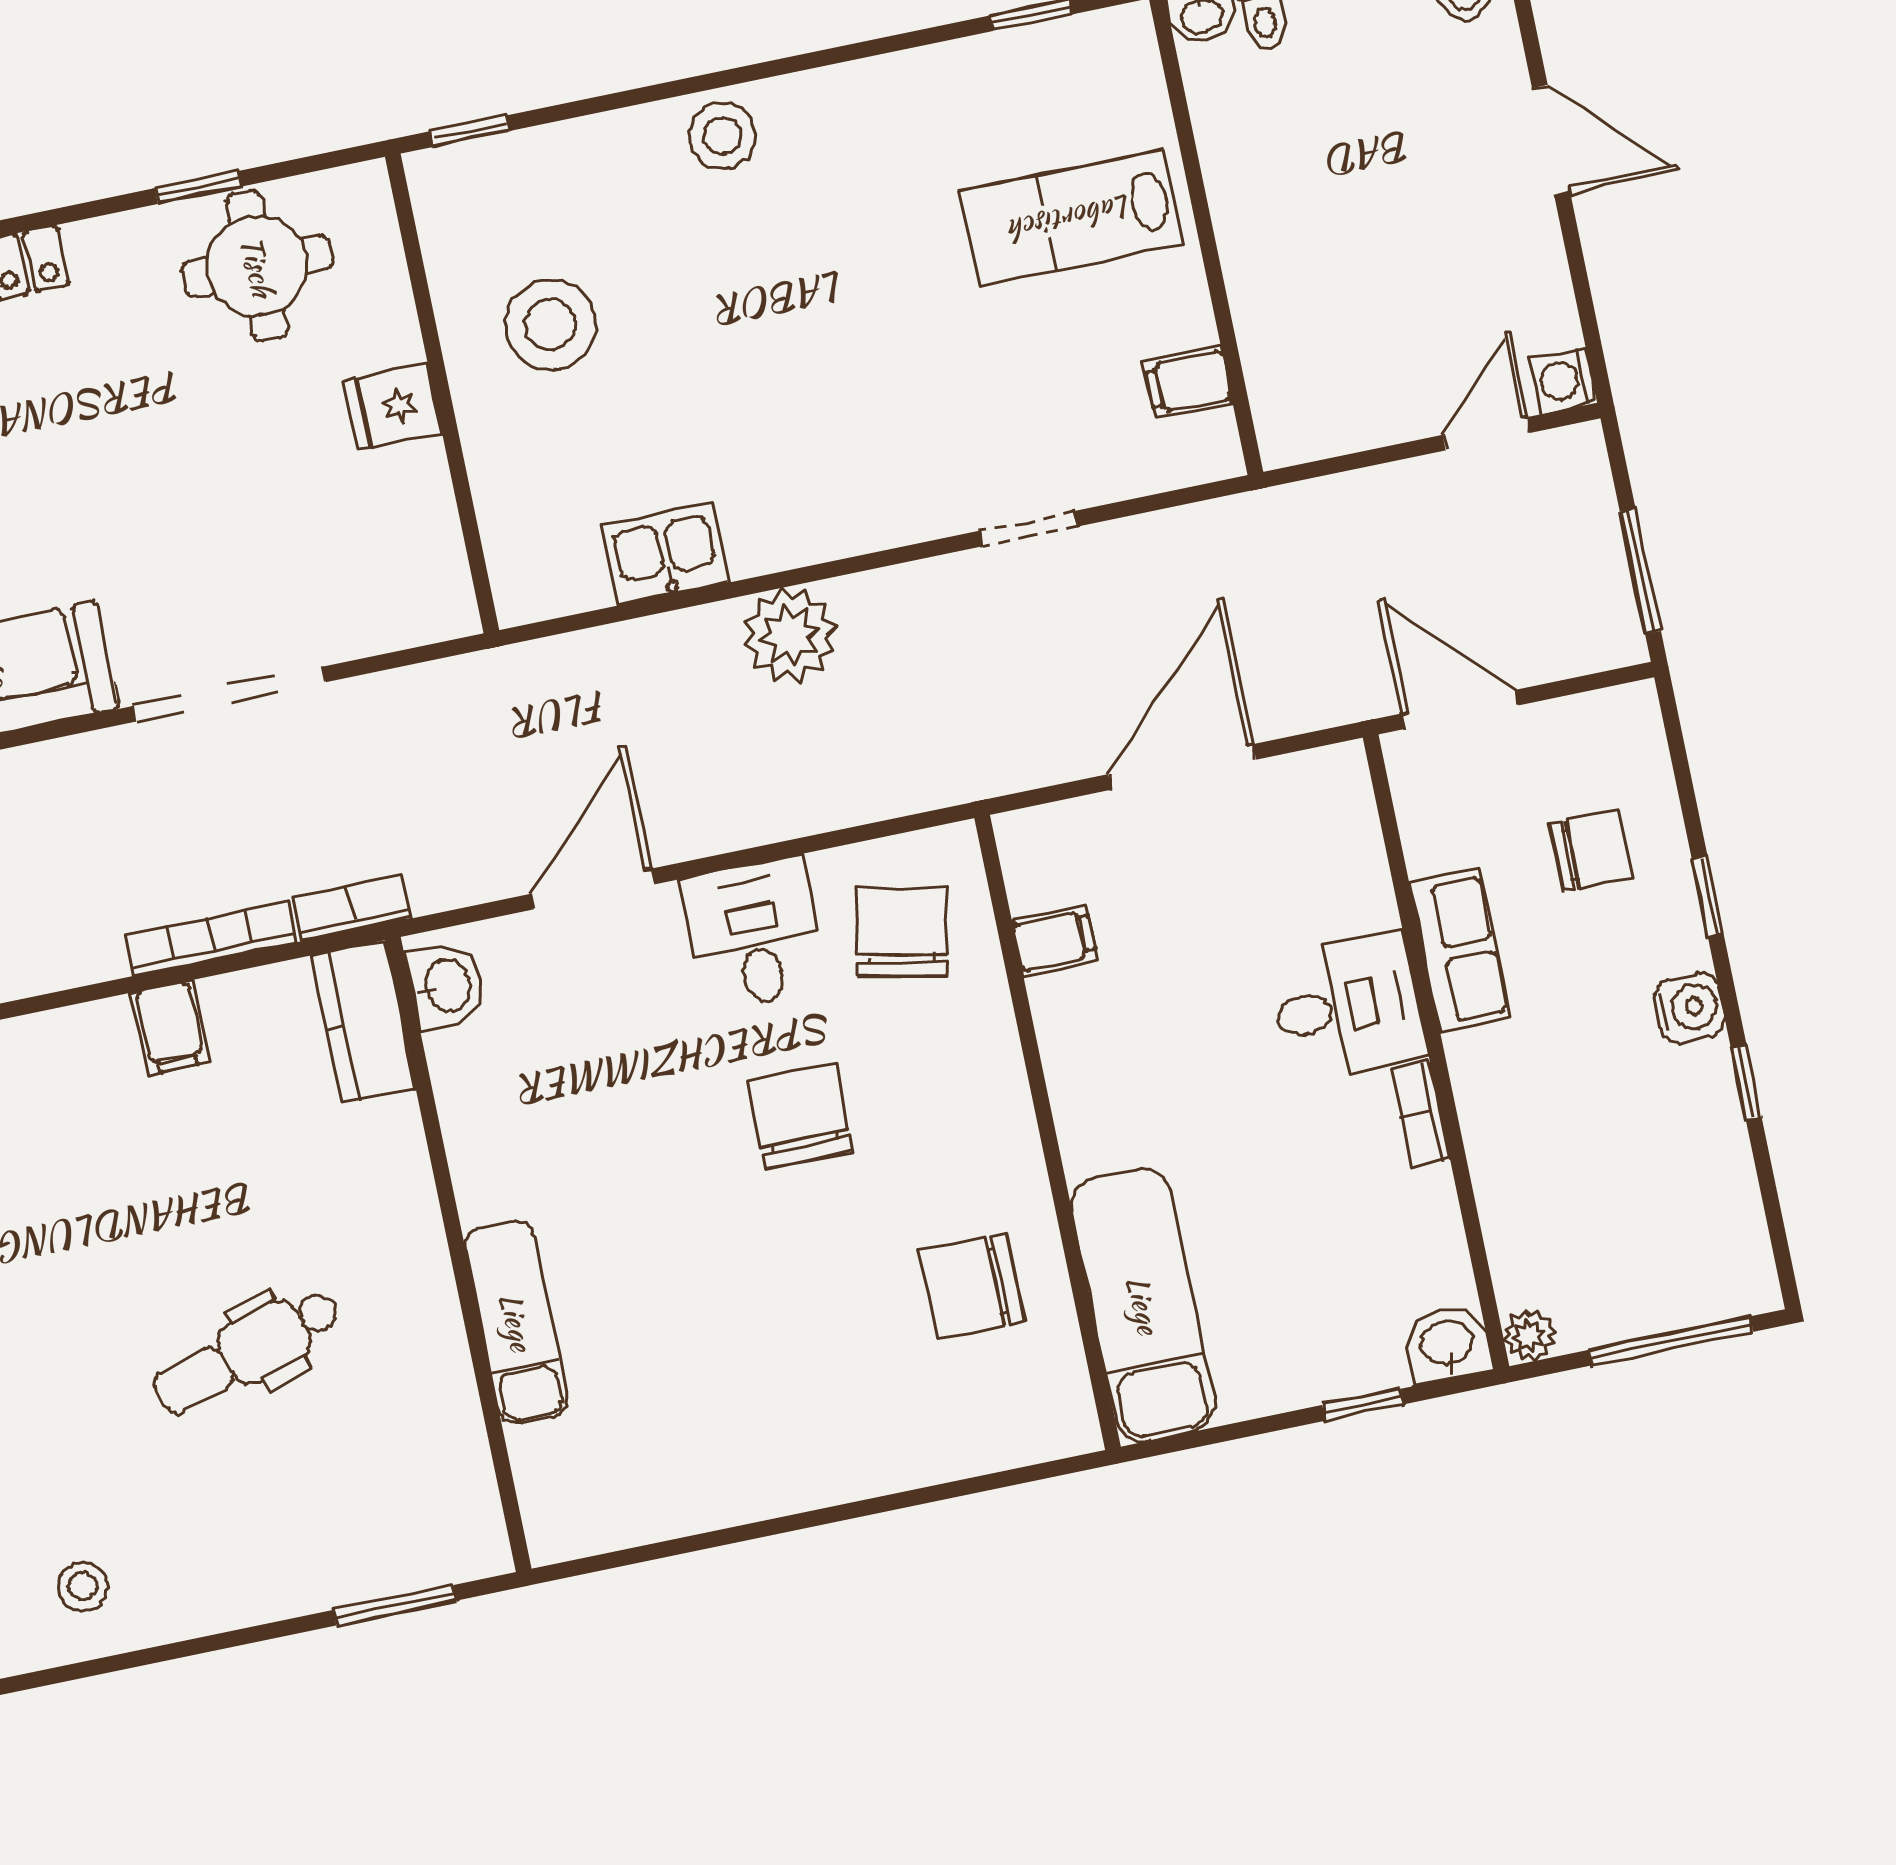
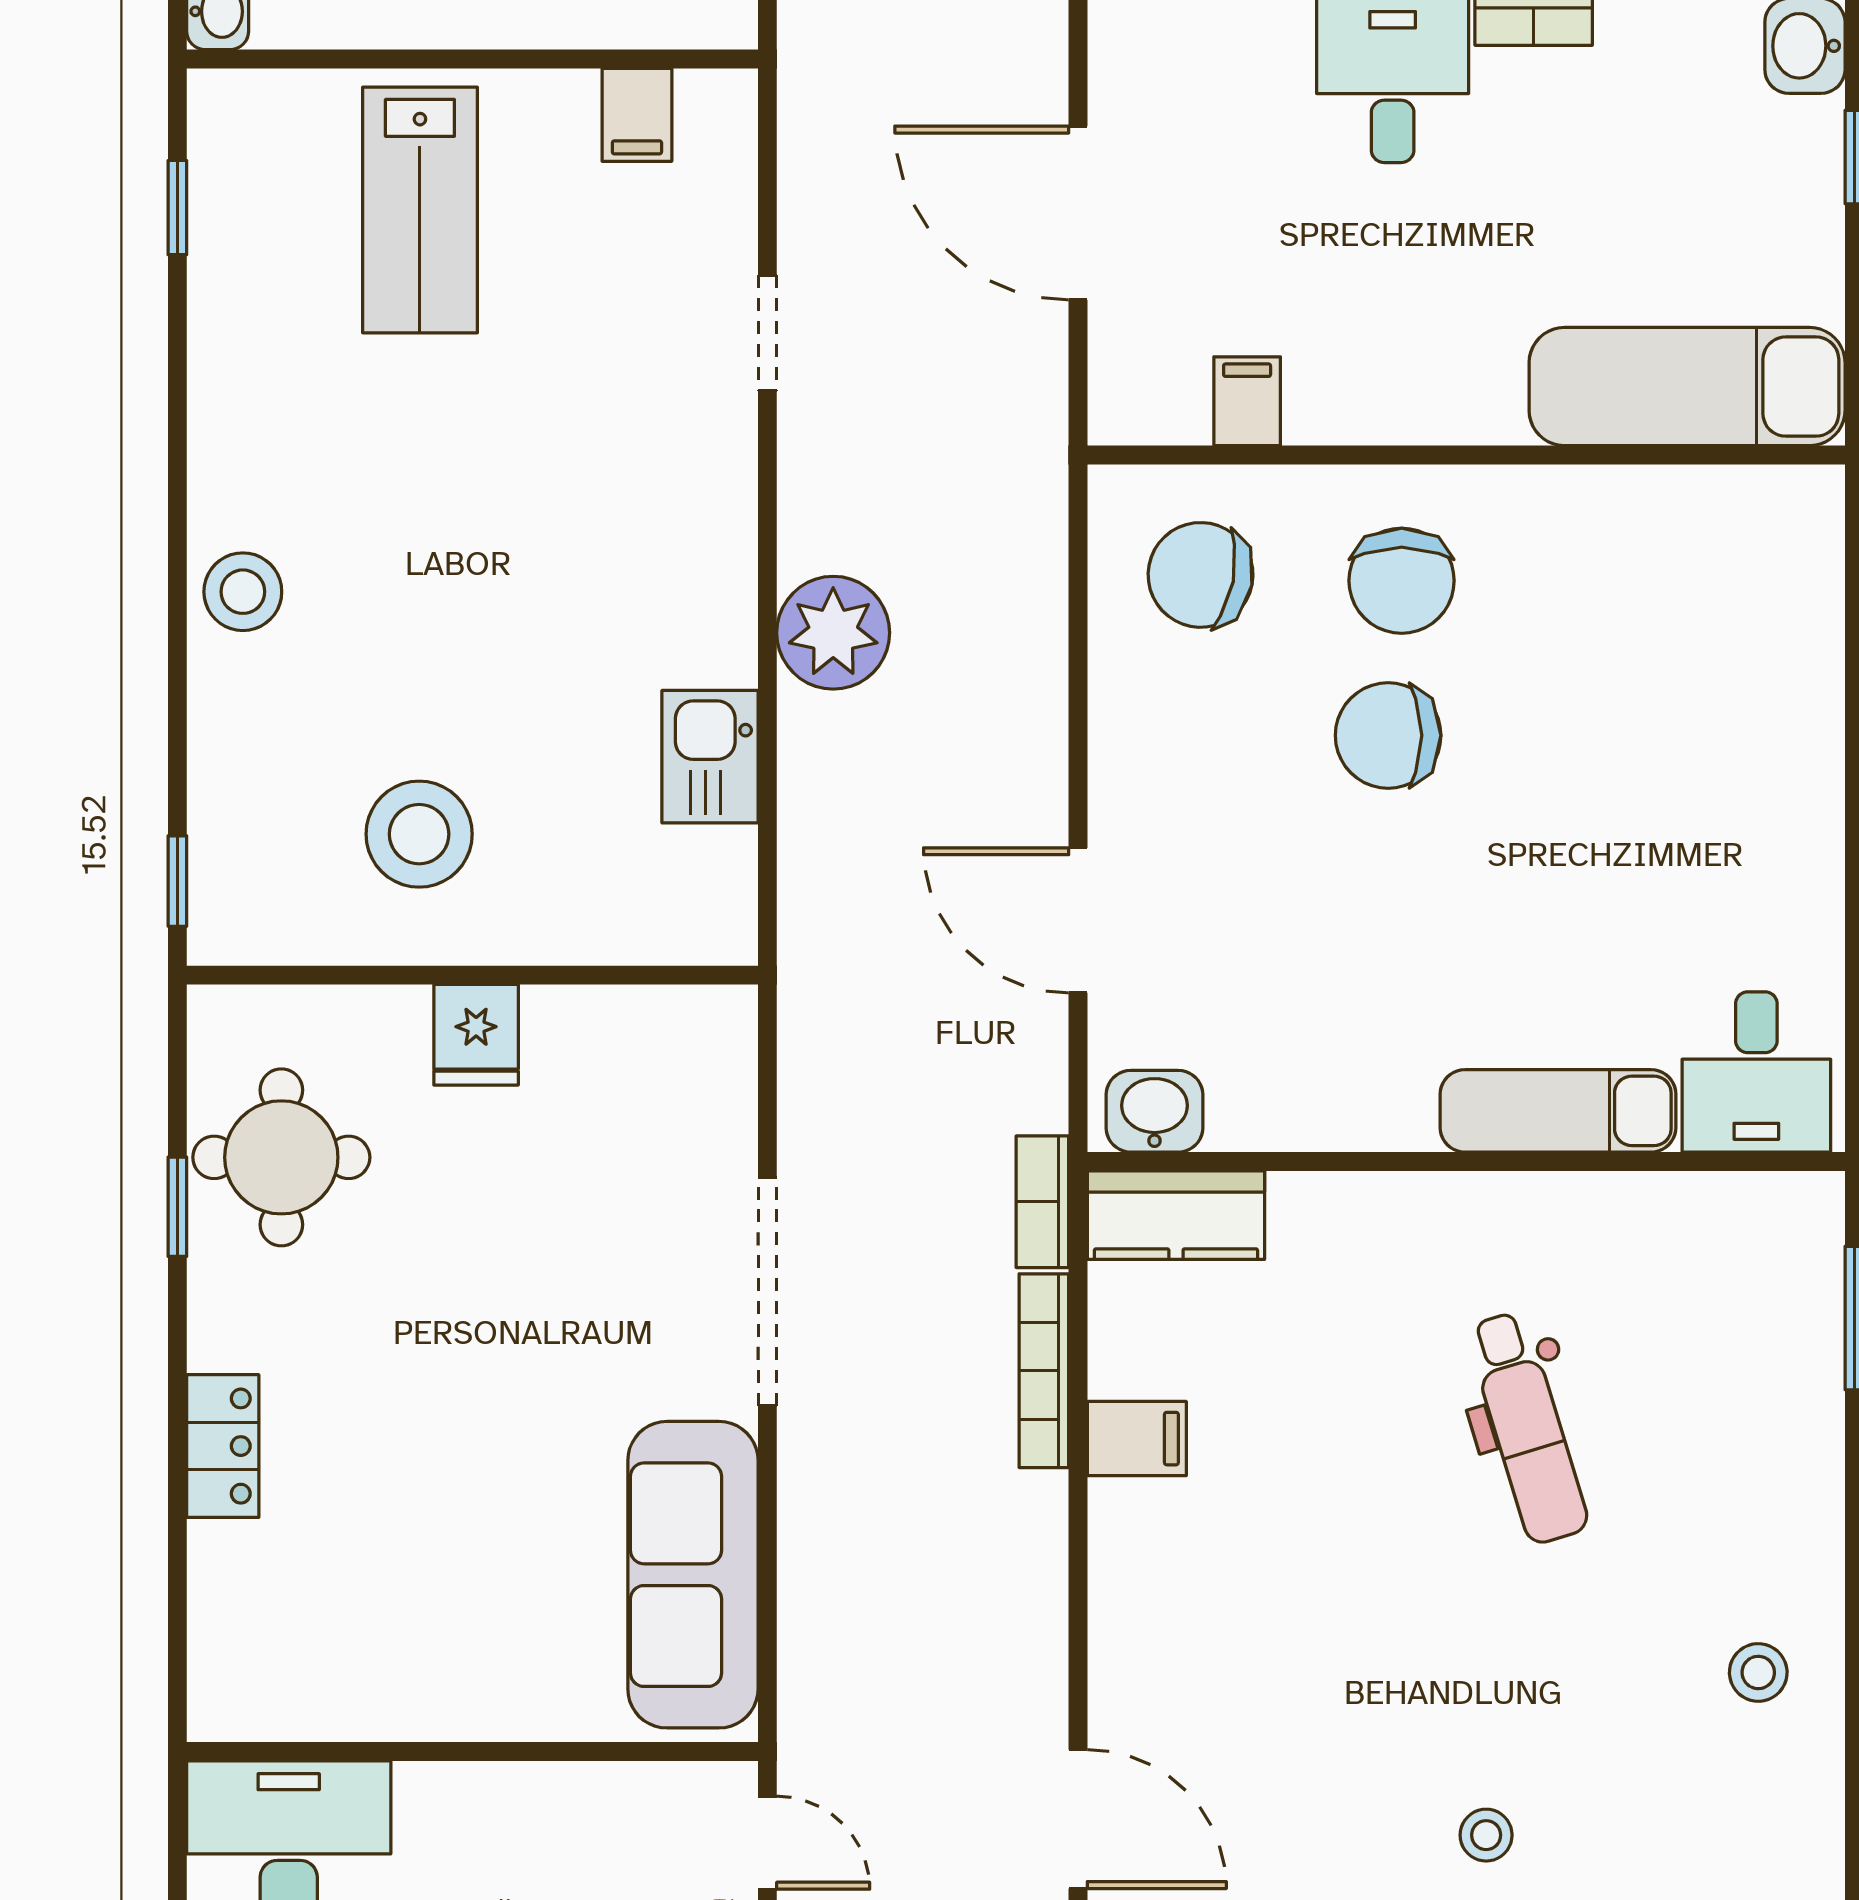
desk: (754, 933) -> (1756, 1072), moved, turned -90
chair: (972, 1287) -> (1402, 581), moved

